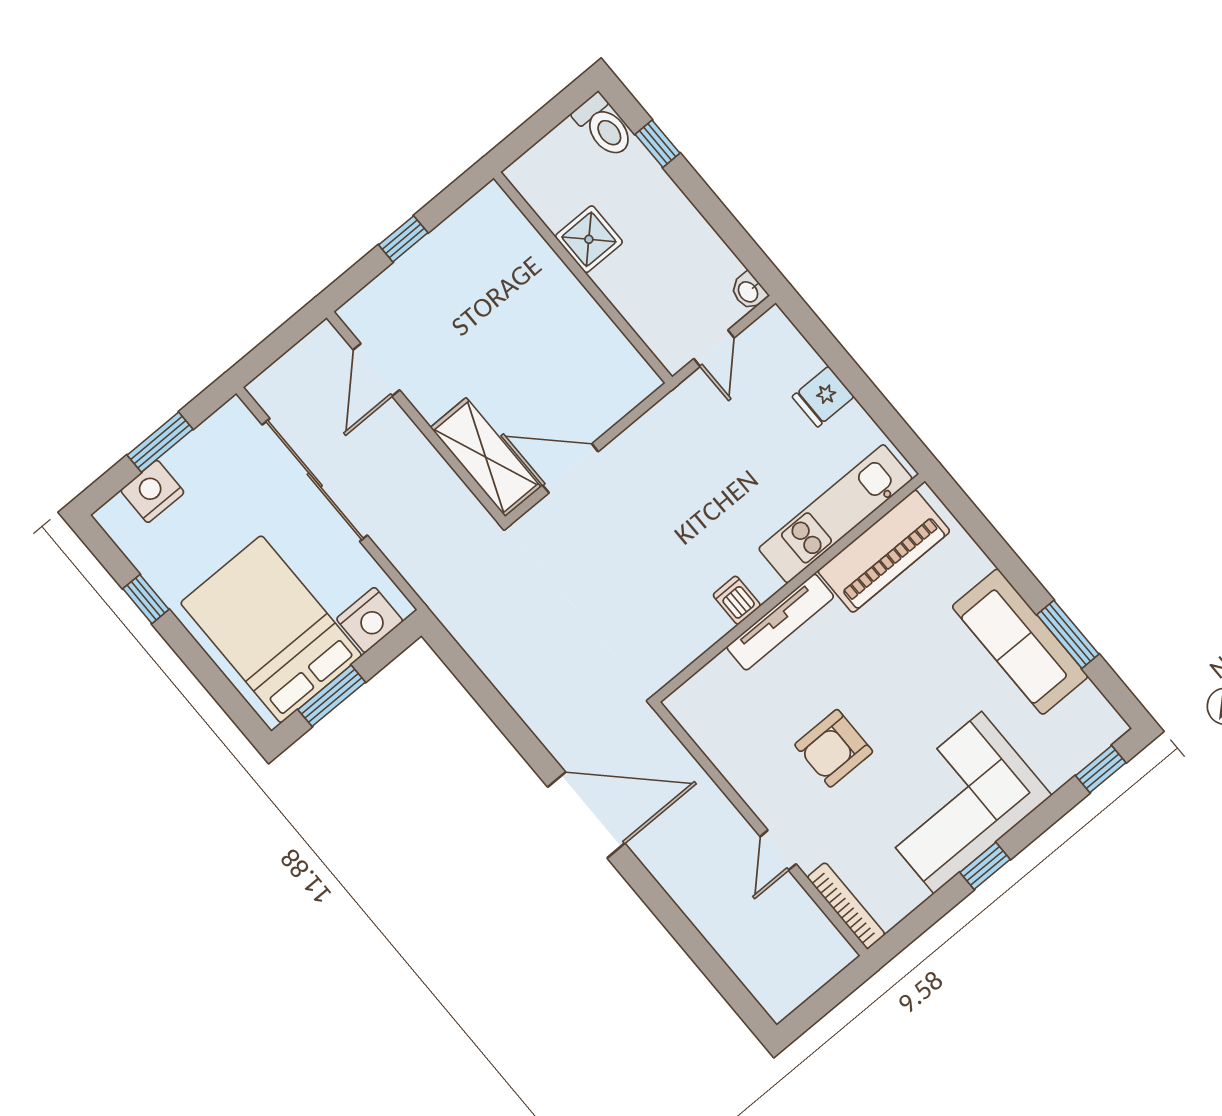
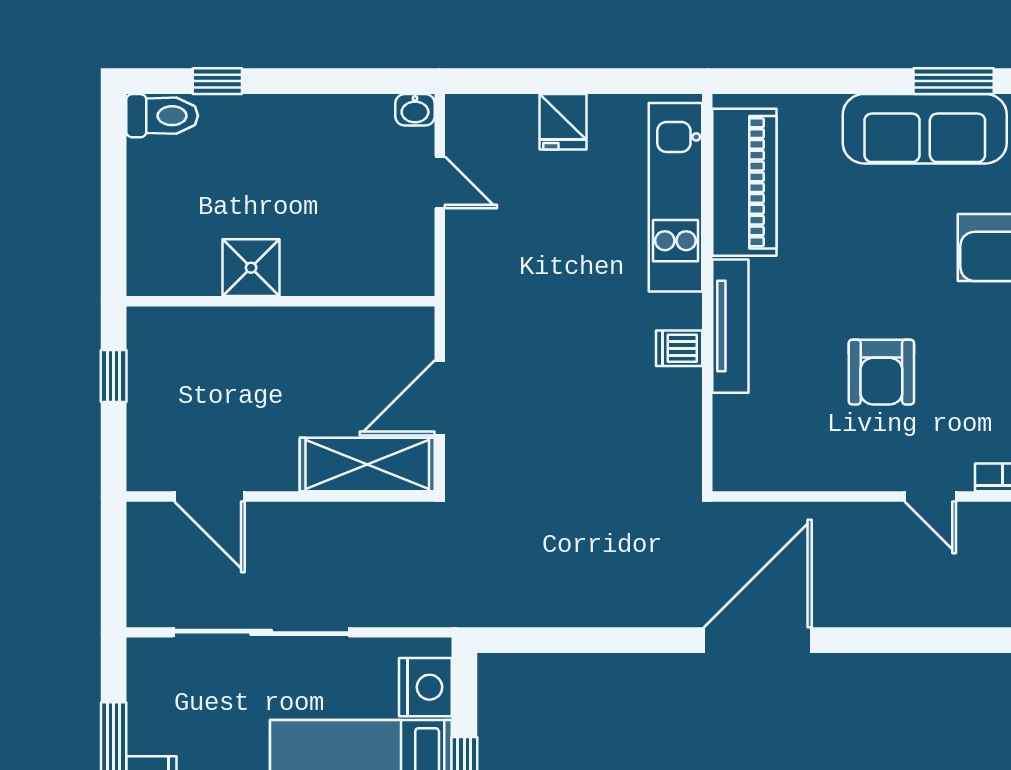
shower: (589, 239) -> (251, 268), moved
wall: (583, 278) -> (280, 301), moved

